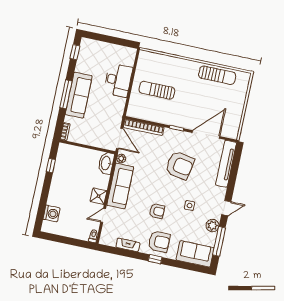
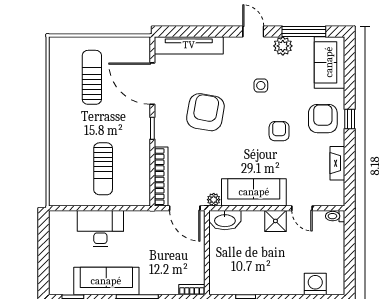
sun lounger: (217, 75) -> (92, 77), moved
sofa: (79, 95) -> (106, 281), moved
door: (120, 138) -> (185, 208), swing flipped

